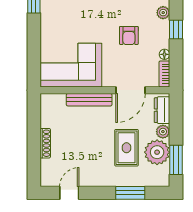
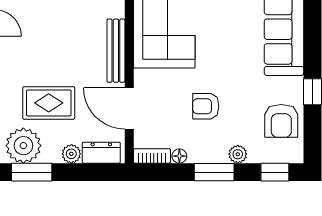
window: (176, 30) -> (214, 172), width x1.50
plant: (157, 152) -> (23, 146), moved

